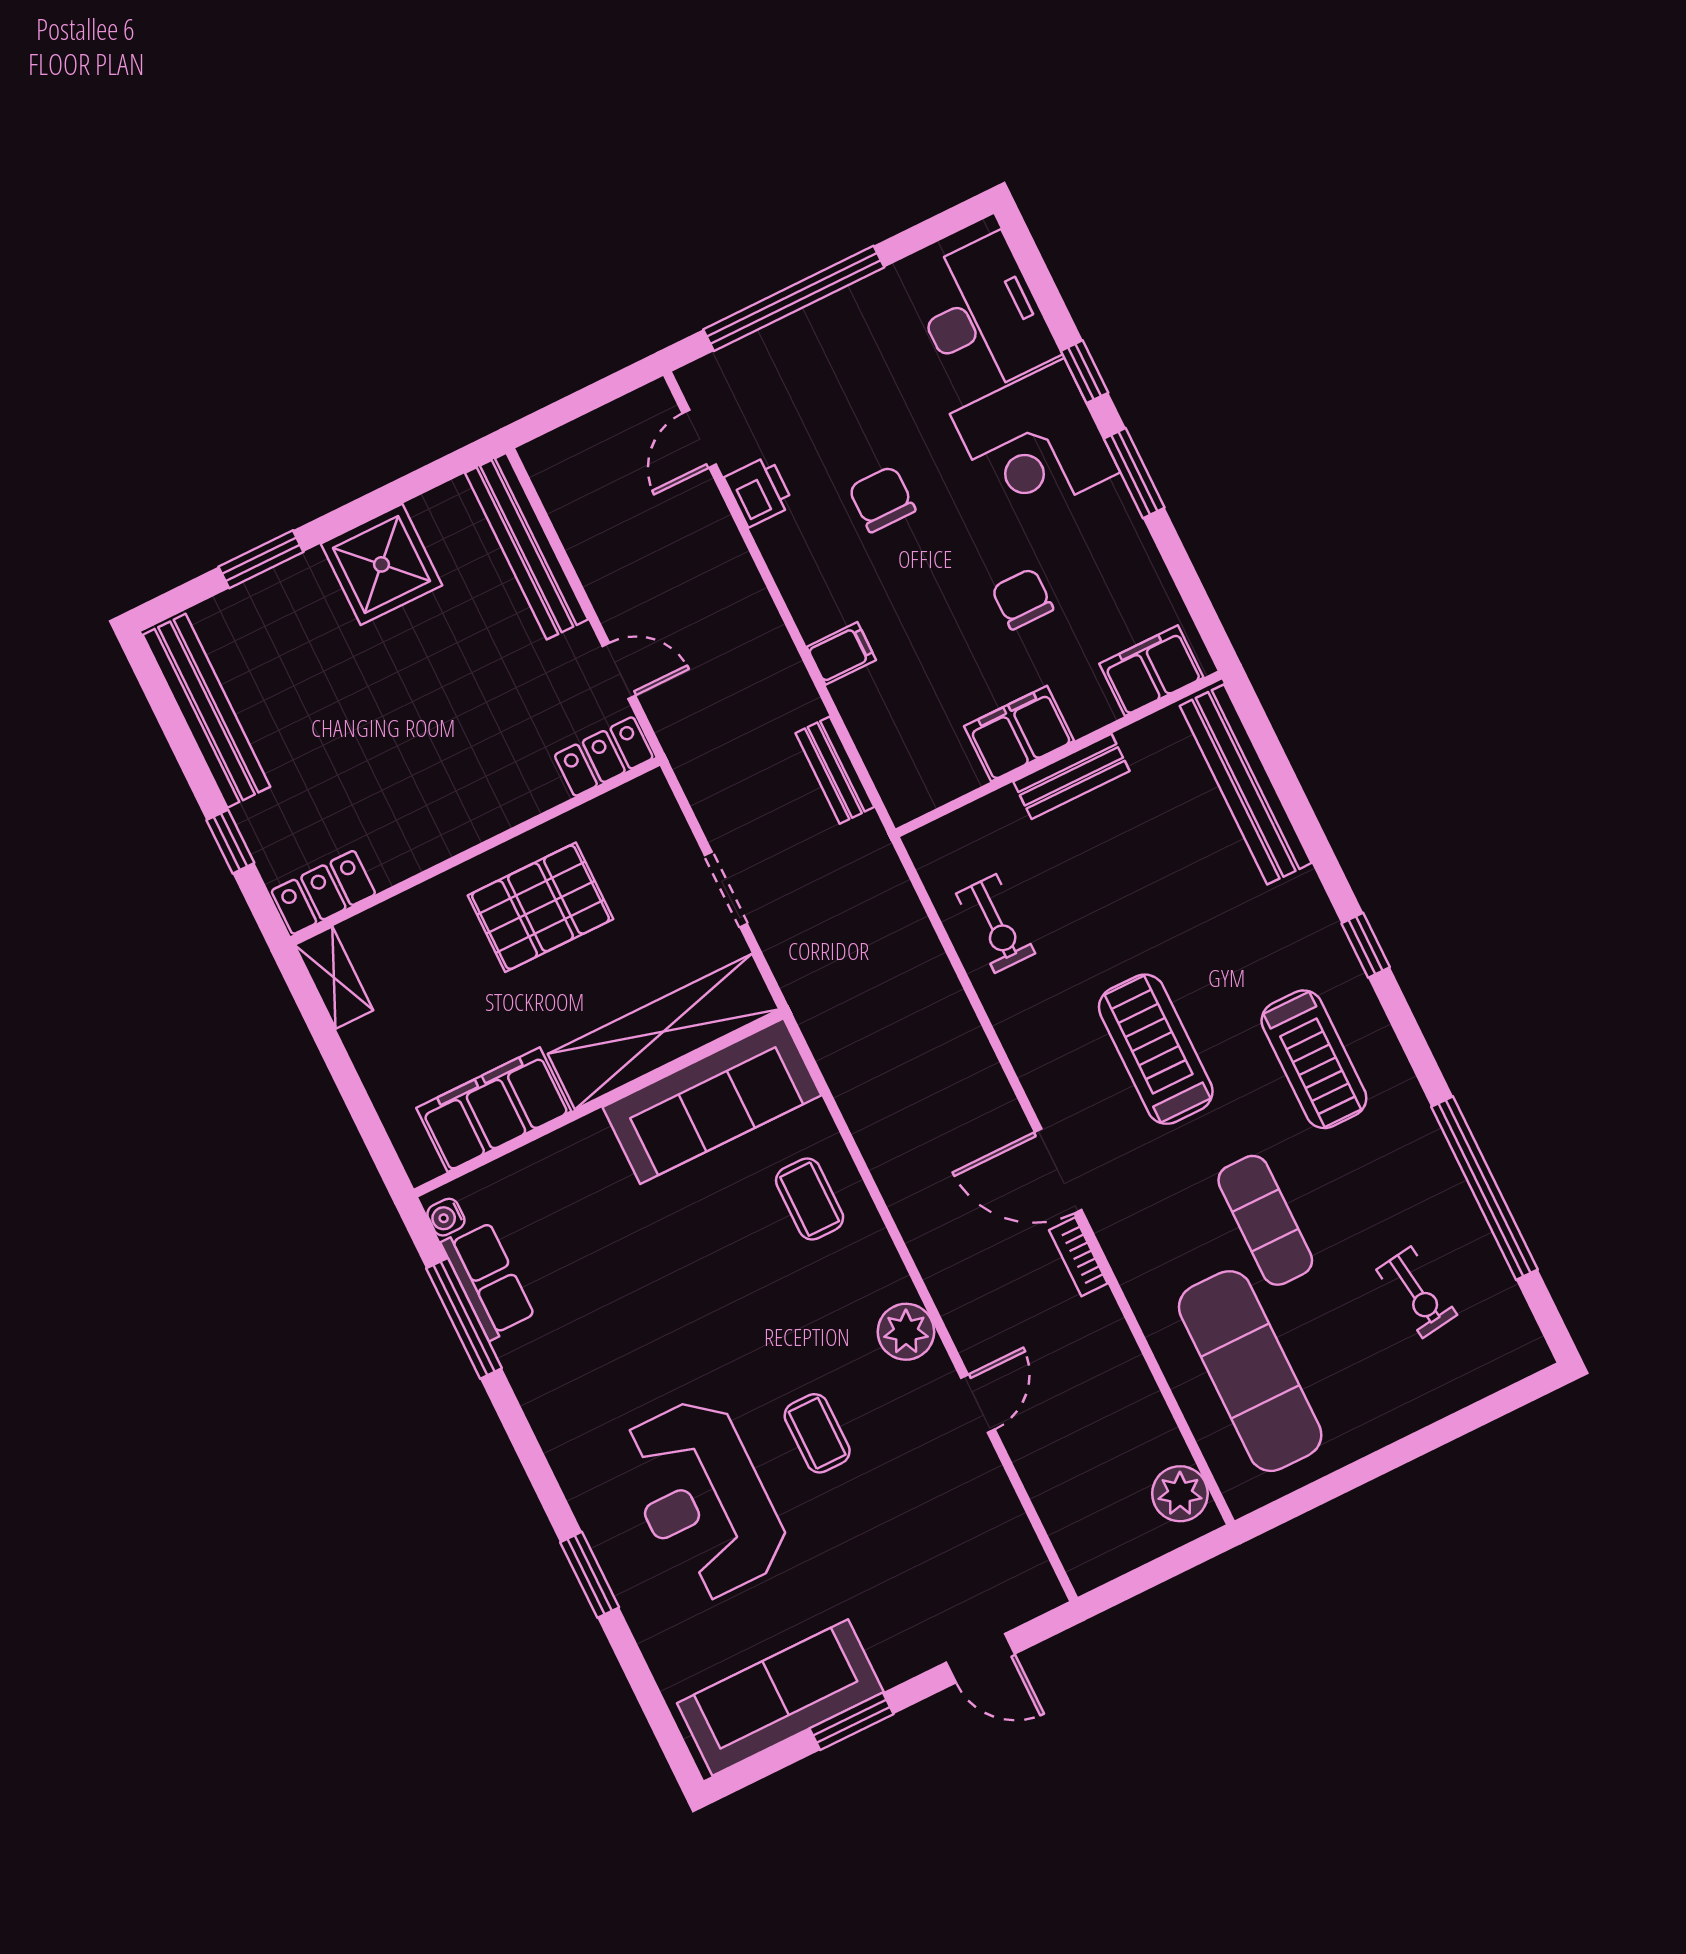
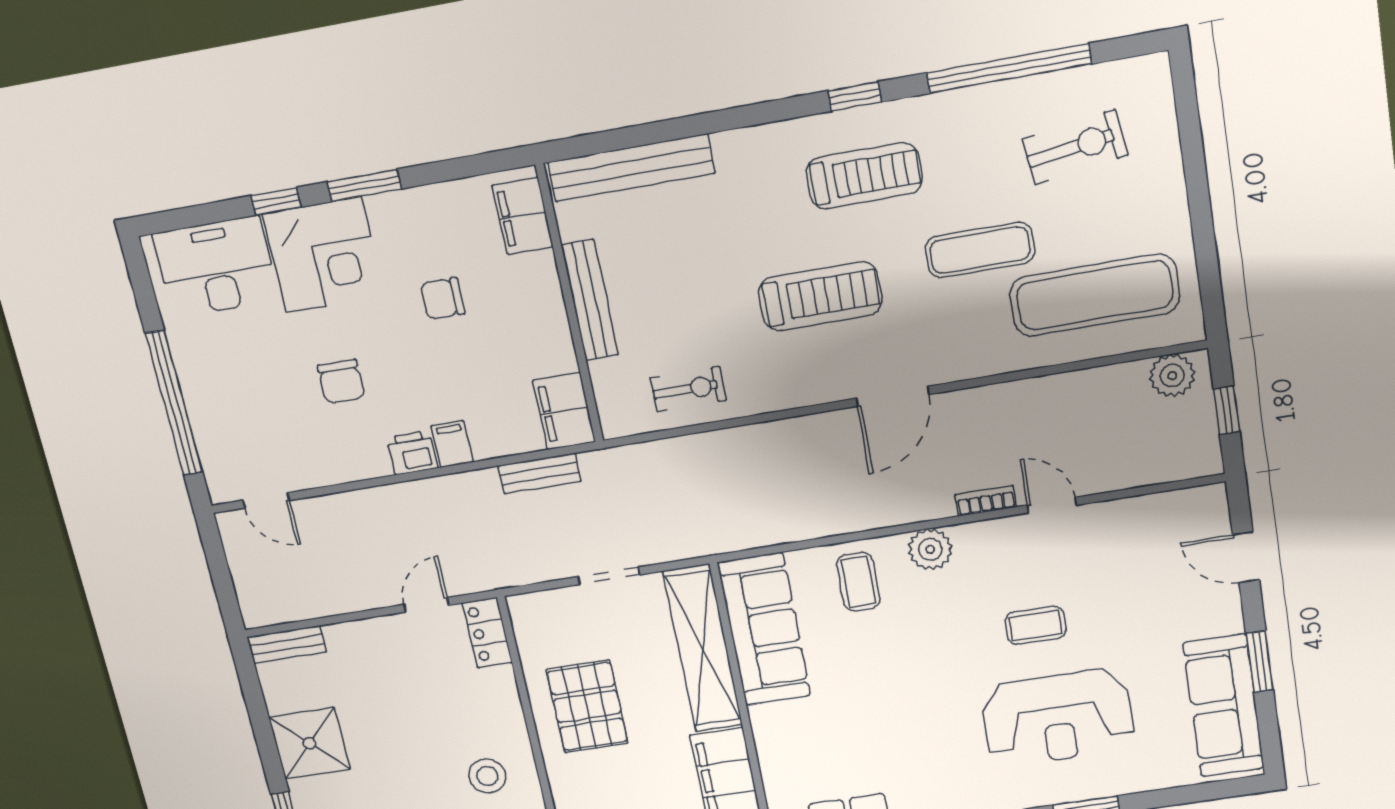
printer: (759, 491) -> (412, 453), moved
chair: (882, 499) -> (341, 381), turned -90
bench: (527, 546) -> (287, 645), width x0.54, depth x0.82
filing cabinet: (1019, 734) -> (564, 411), moved
bench: (1071, 776) -> (590, 300), width x1.36
stool: (405, 804) -> (487, 776), added
window: (1366, 945) -> (855, 96), moved
treadmill: (1156, 1049) -> (820, 296), turned 180
coffee table: (810, 1199) -> (858, 582), turned 90
bookcase: (1078, 1257) -> (986, 501), moved, turned 180
exercise bike: (1417, 1292) -> (1075, 147), width x1.38, depth x1.39
plant: (906, 1332) -> (930, 549), moved
window: (1156, 1572) -> (1227, 410), added
door: (980, 1658) -> (1246, 557), swing flipped

